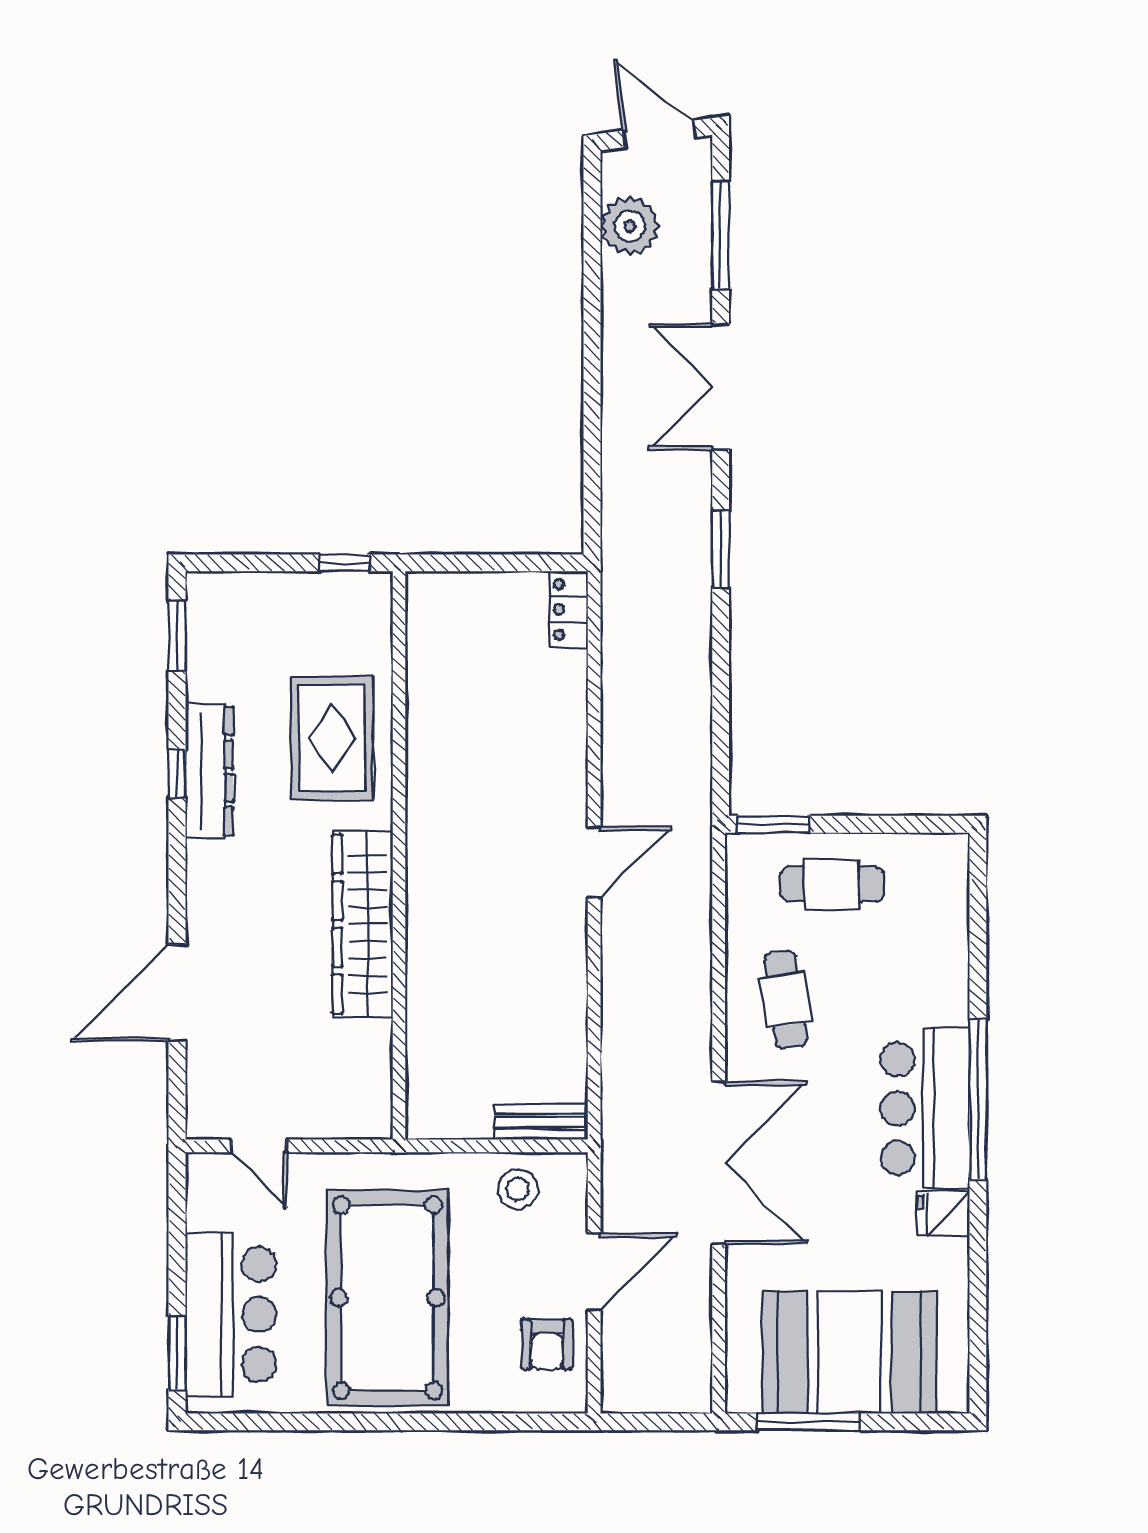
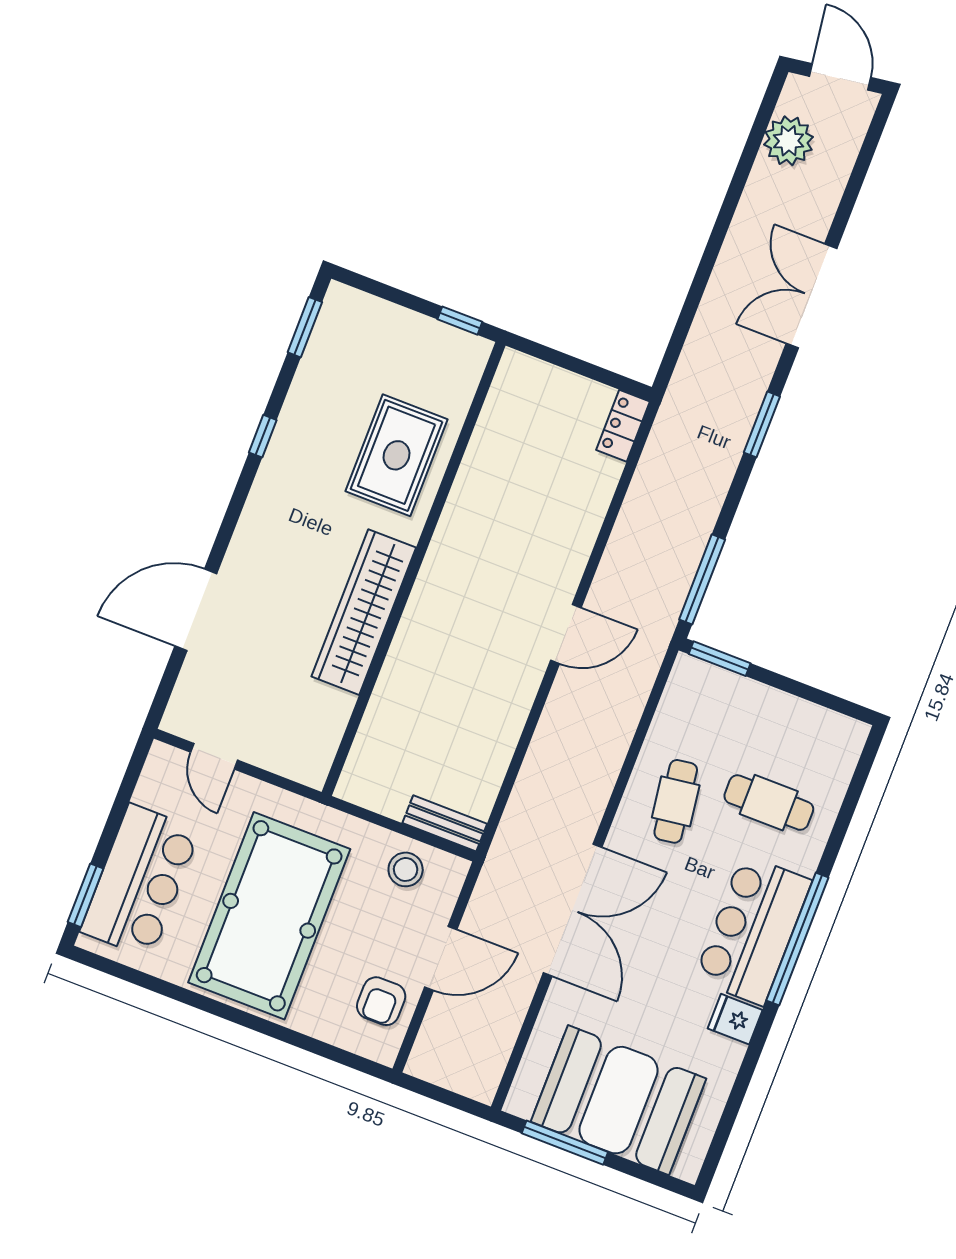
window: (721, 235) -> (702, 579), moved
dresser: (209, 771) -> (289, 444), removed
cafe table: (832, 884) -> (769, 803), moved

